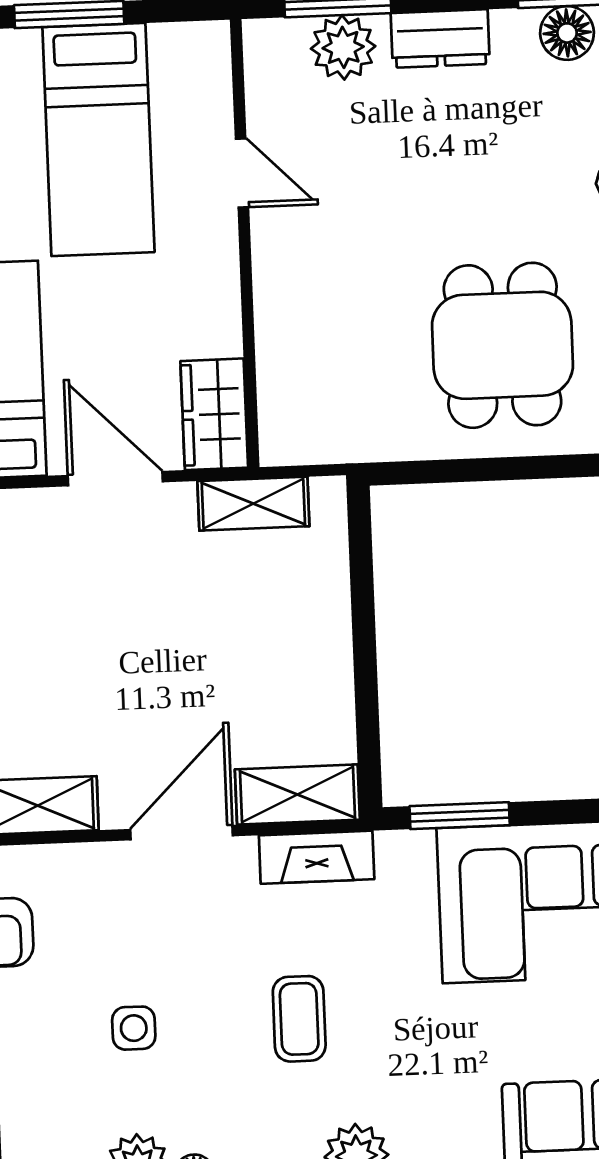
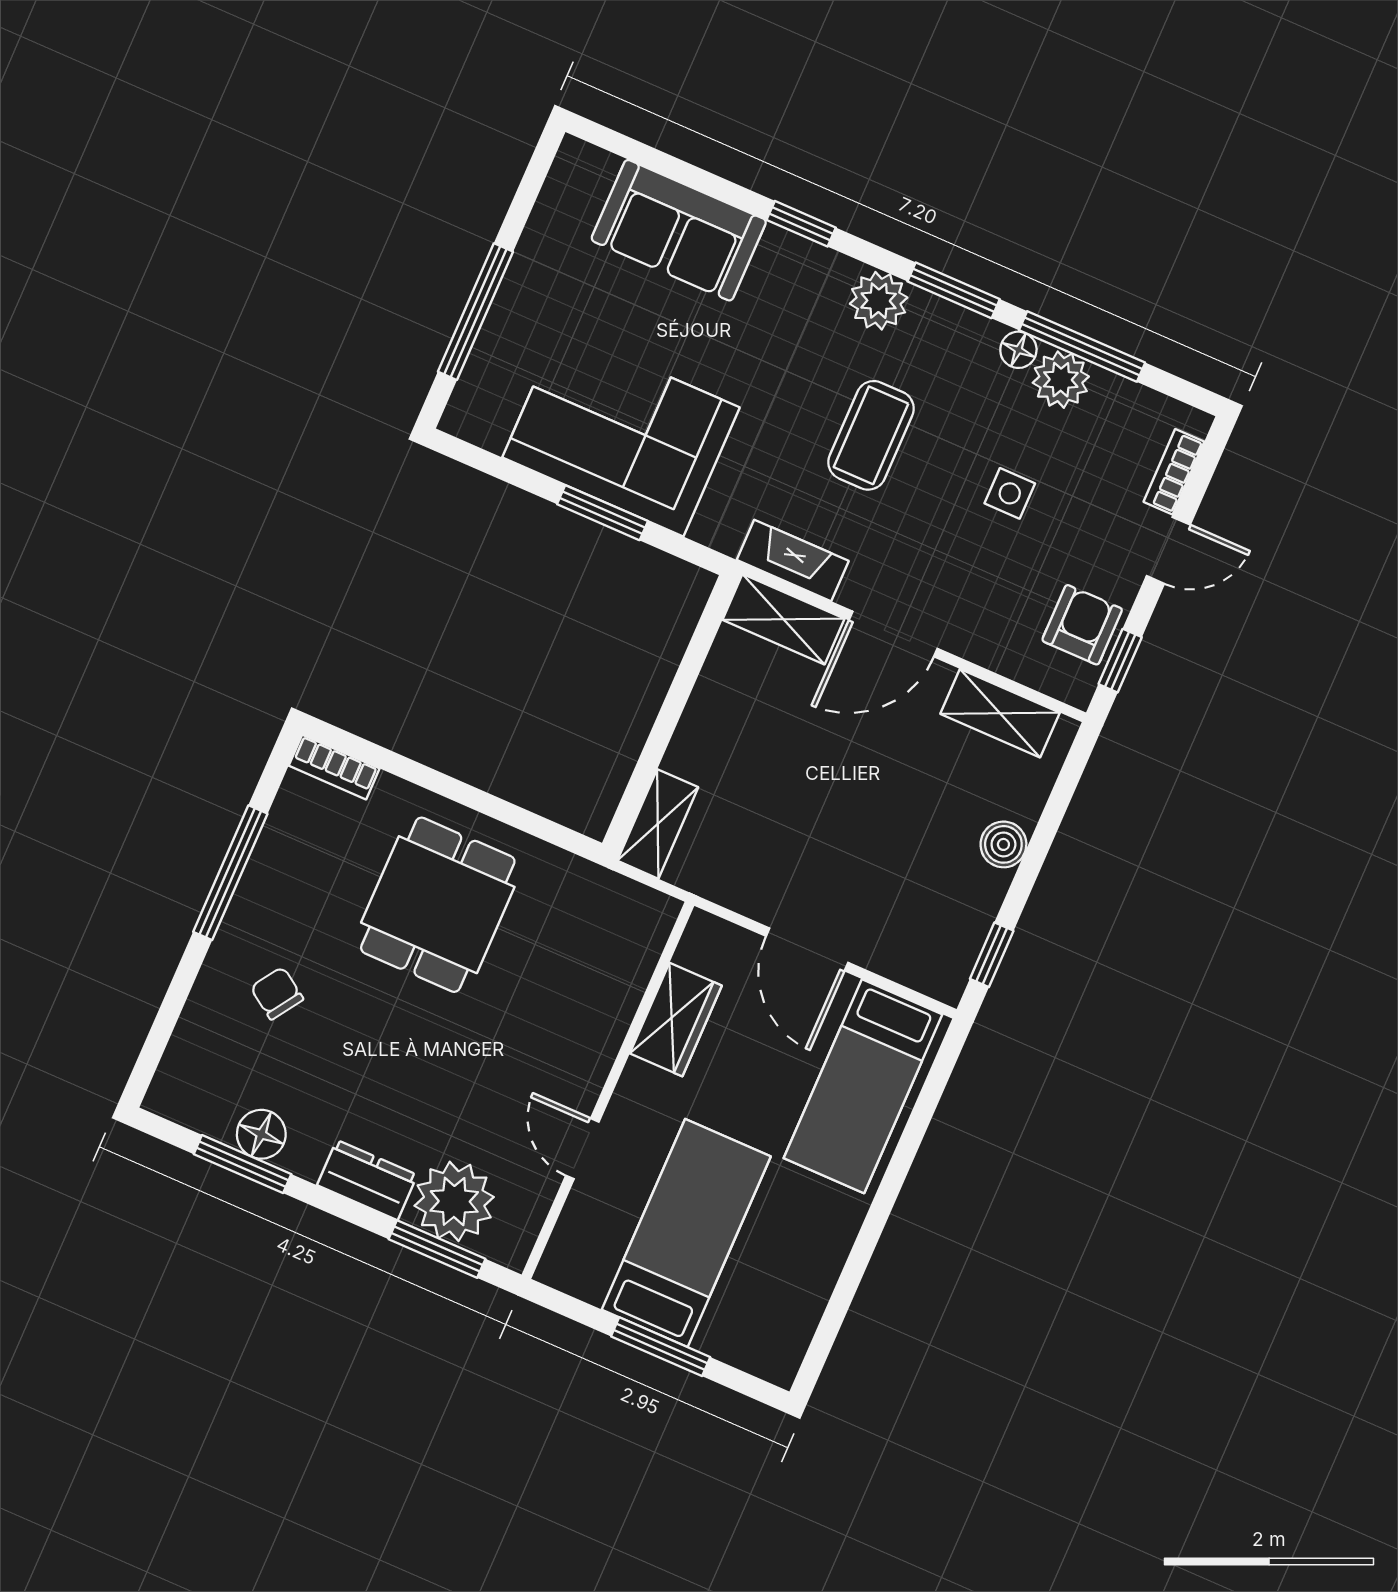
plant: (343, 47) -> (454, 1201), width x1.36, depth x1.36
wardrobe: (214, 414) -> (676, 1020), moved
shelving: (253, 504) -> (658, 824), moved, turned 90
window: (460, 816) -> (602, 513), moved
coffee table: (299, 1019) -> (871, 435), width x1.36, depth x1.30

